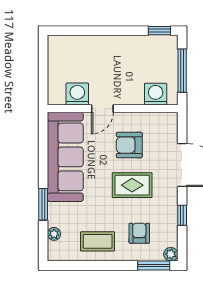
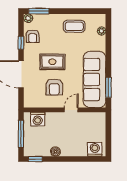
boiler: (127, 43) -> (55, 152), added
washing machine: (77, 94) -> (95, 149), moved, turned 180
armchair: (129, 145) -> (54, 87), turned 90
window: (43, 204) -> (108, 87), moved
armchair: (139, 233) -> (33, 36), moved

